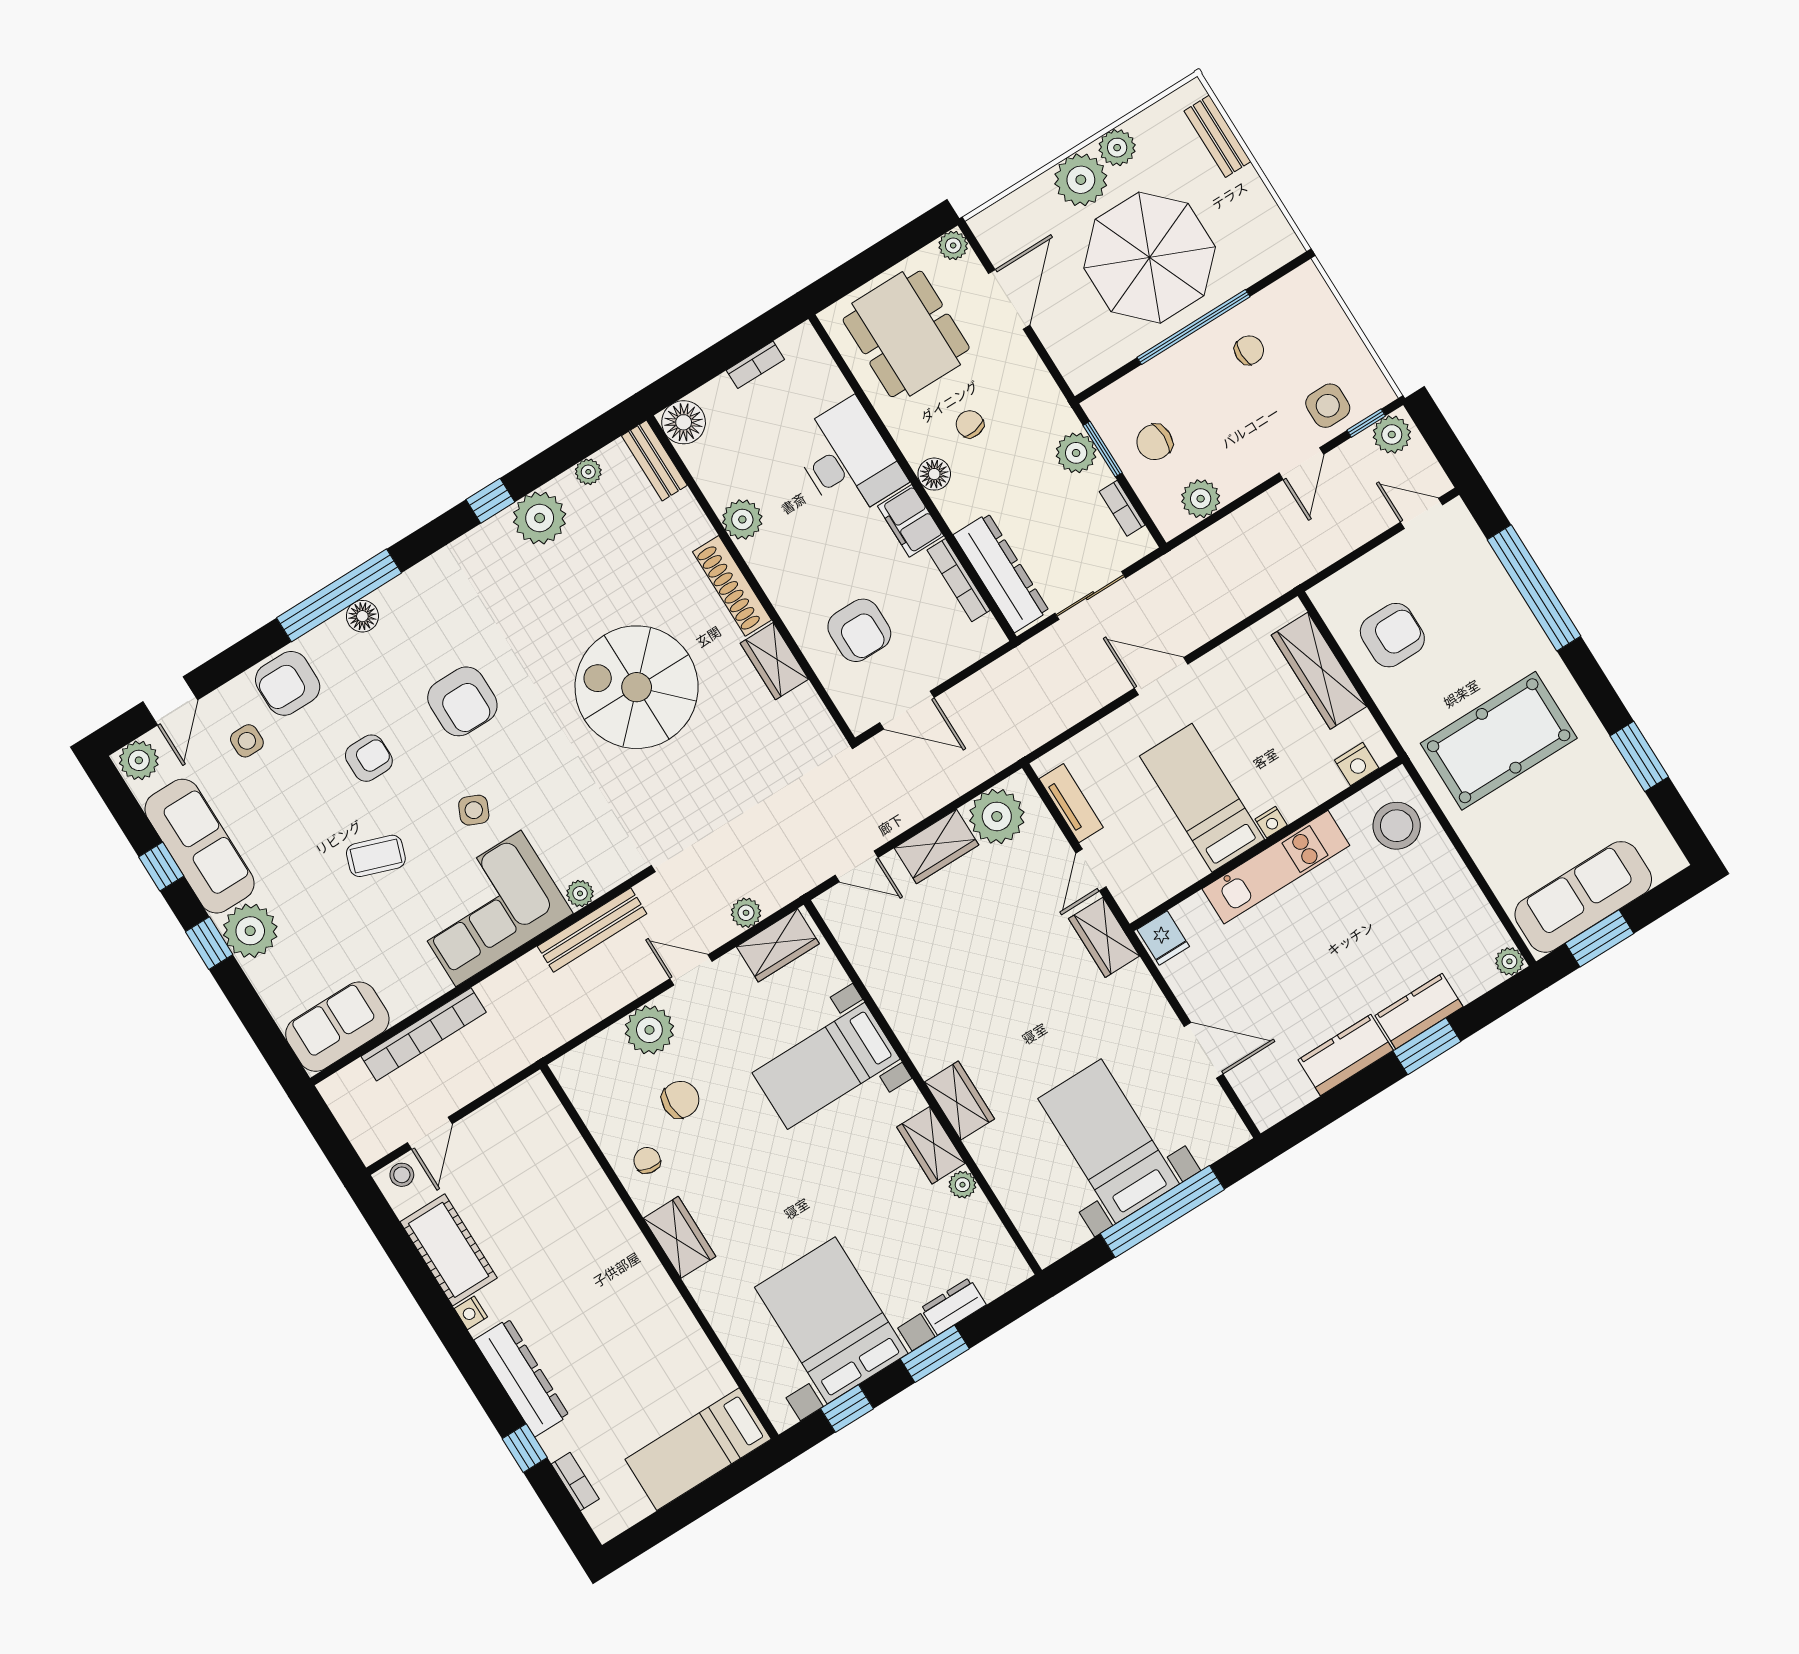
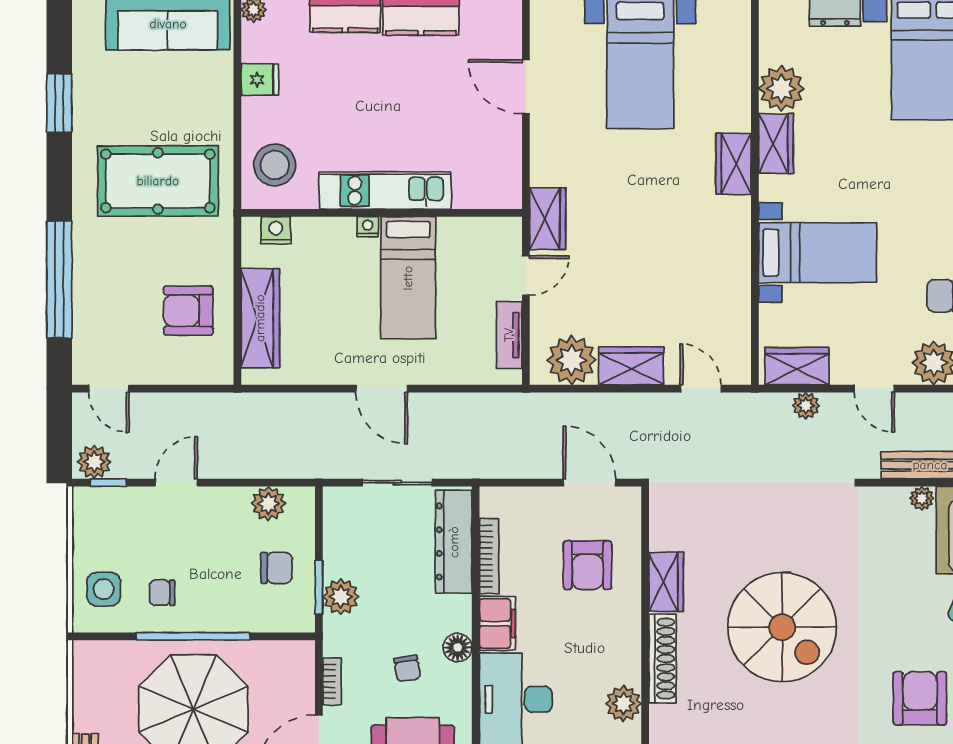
side table: (1328, 406) -> (104, 589), moved
bookcase: (1122, 508) -> (332, 681), moved
armchair: (859, 630) -> (588, 565), turned 180
fridge: (1163, 938) -> (260, 80), moved, turned 90
plant: (962, 1185) -> (781, 88), width x1.88, depth x1.88

